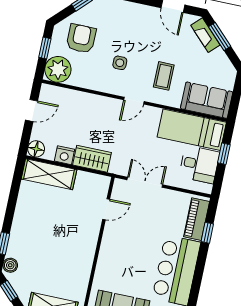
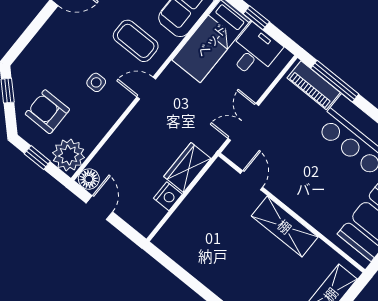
coffee table: (164, 76) -> (136, 41), width x1.36, depth x1.30
door: (134, 101) -> (146, 88), swing flipped
floor lamp: (36, 149) -> (89, 179), moved
shelving: (49, 174) -> (285, 226), moved, turned 90
window: (207, 233) -> (335, 81), width x2.17

